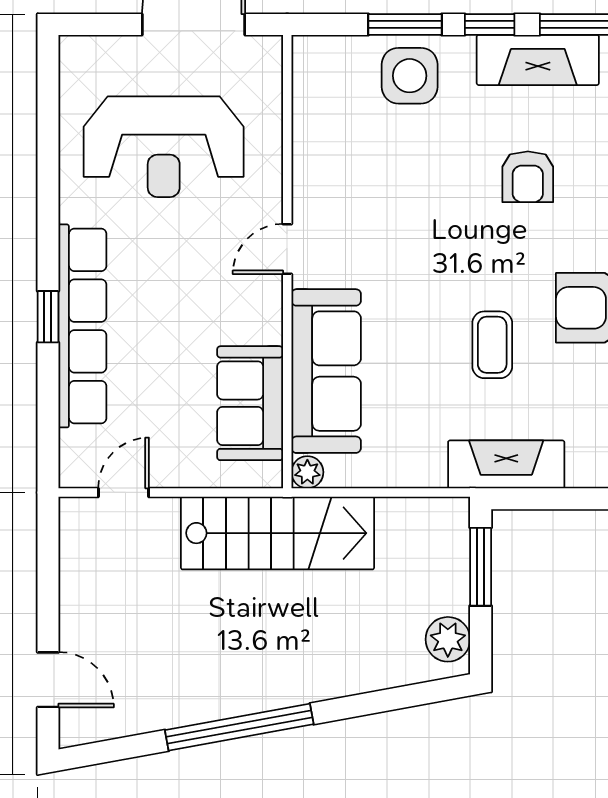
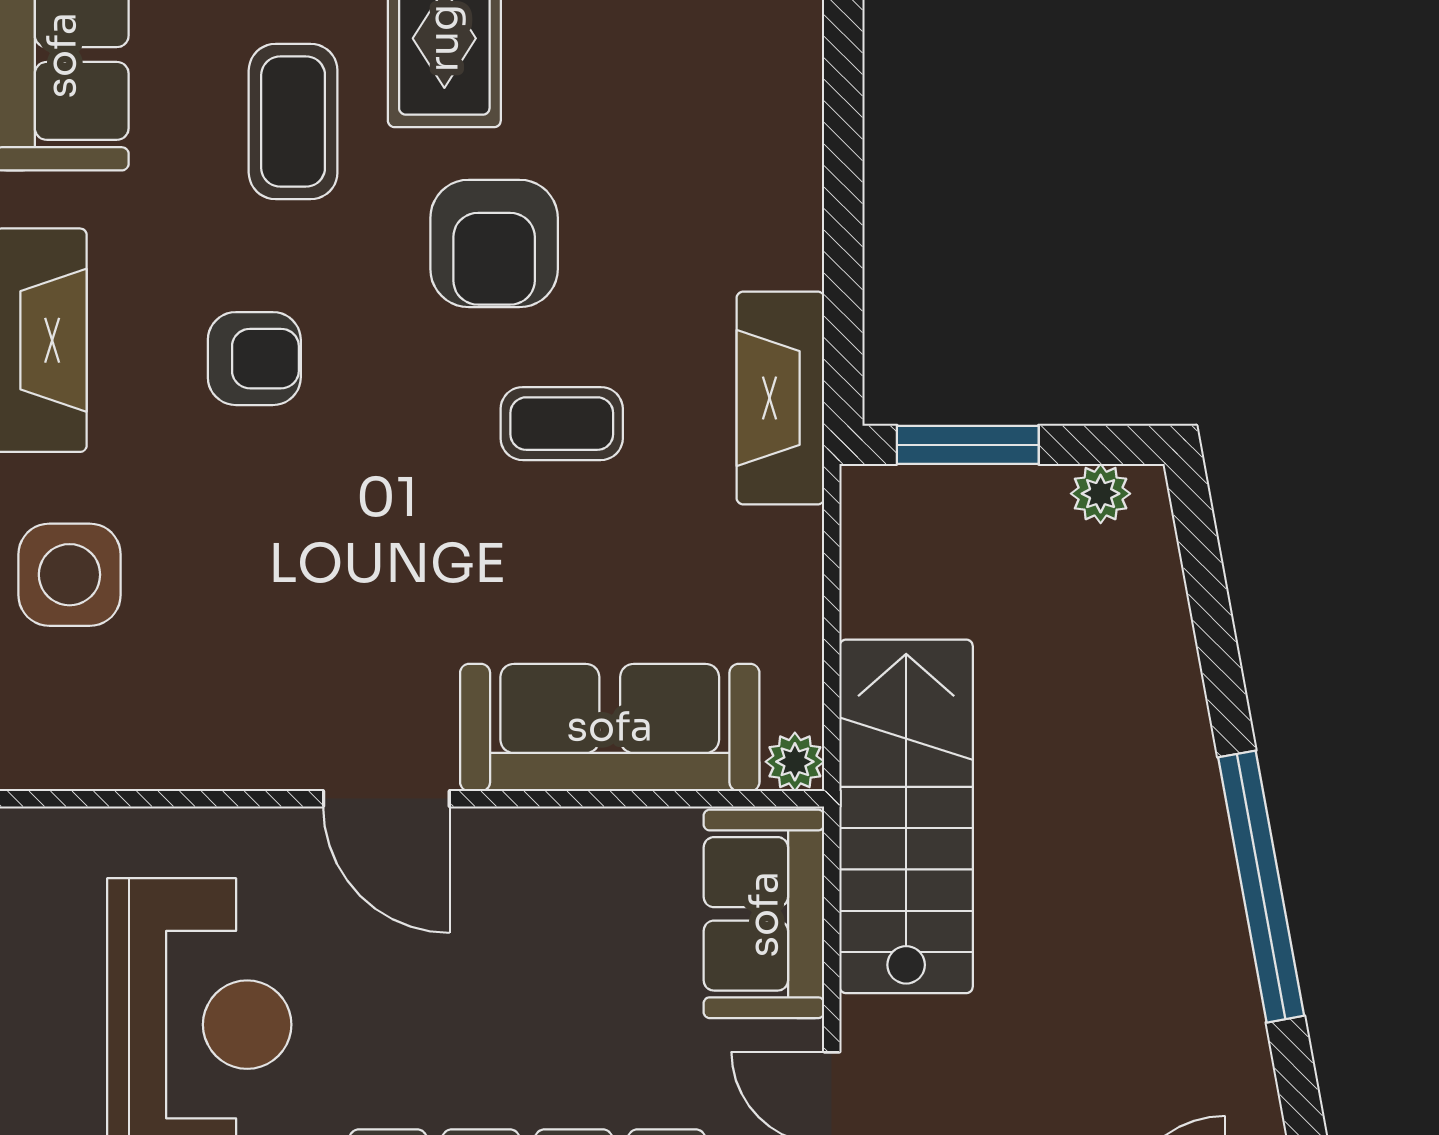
door: (287, 249) -> (386, 799), width x1.38
sofa: (250, 403) -> (764, 914), moved, turned 90
plant: (448, 639) -> (1101, 494), width x0.73, depth x0.73

